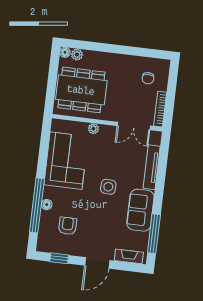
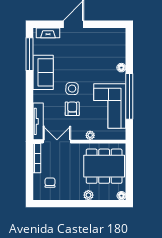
plant: (77, 55) -> (88, 195), moved
tv unit: (152, 167) -> (38, 121), moved
window: (37, 205) -> (129, 96), moved
armchair: (68, 226) -> (72, 109), moved, turned 180
window: (59, 258) -> (106, 24), removed

